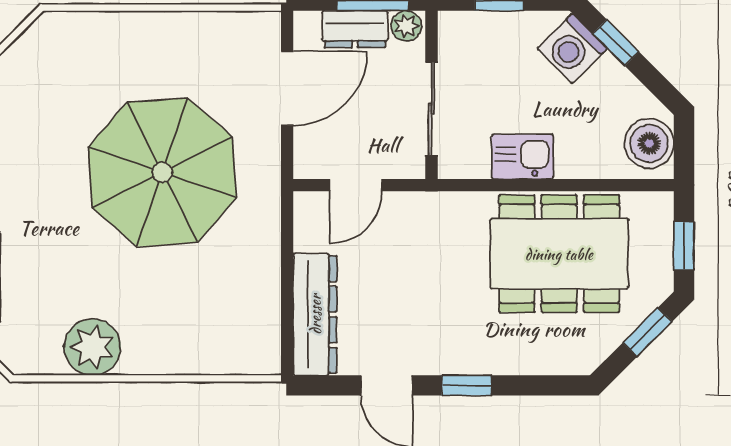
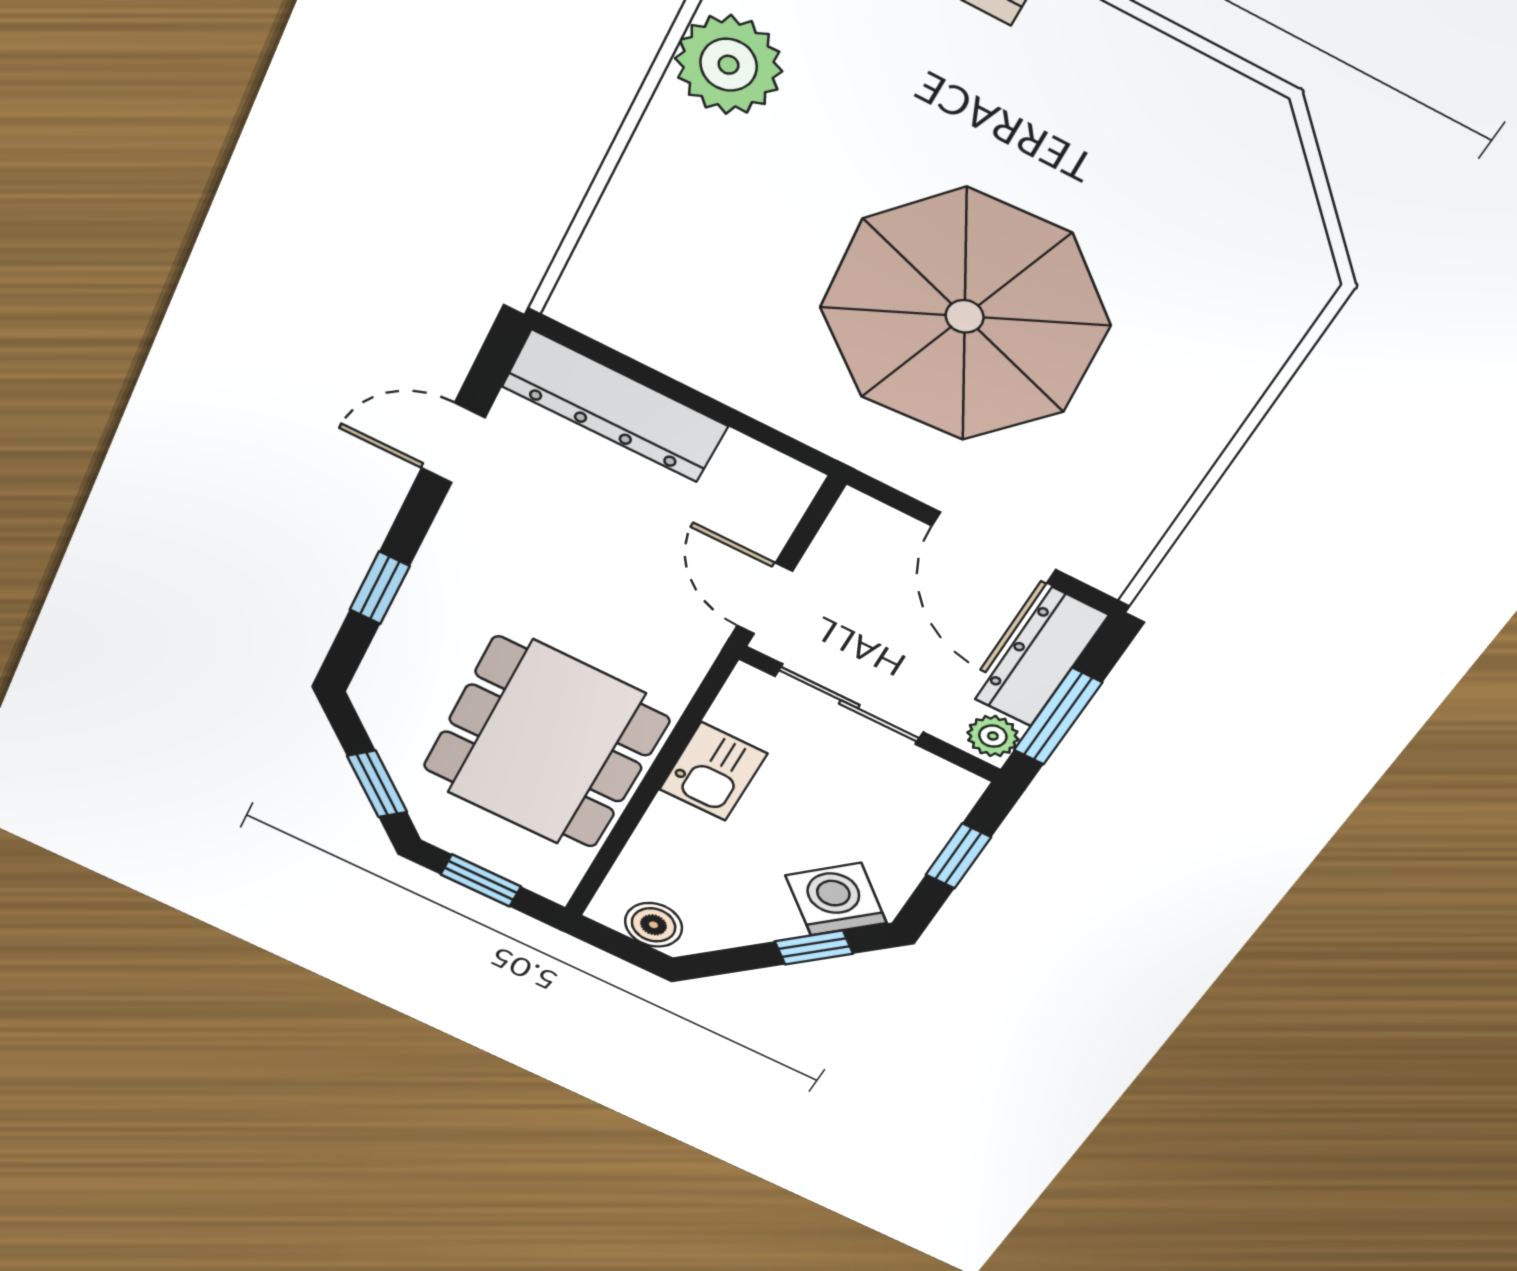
dresser: (355, 29) -> (1041, 657), width x1.44
boiler: (649, 143) -> (654, 925), width x0.73, depth x0.73
door: (356, 185) -> (765, 599), moved
window: (467, 385) -> (380, 588), moved

